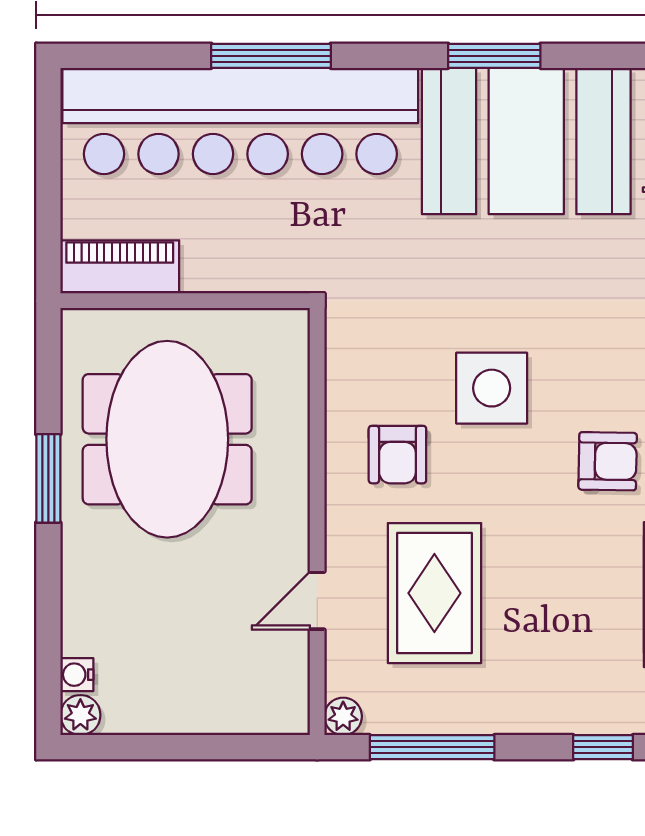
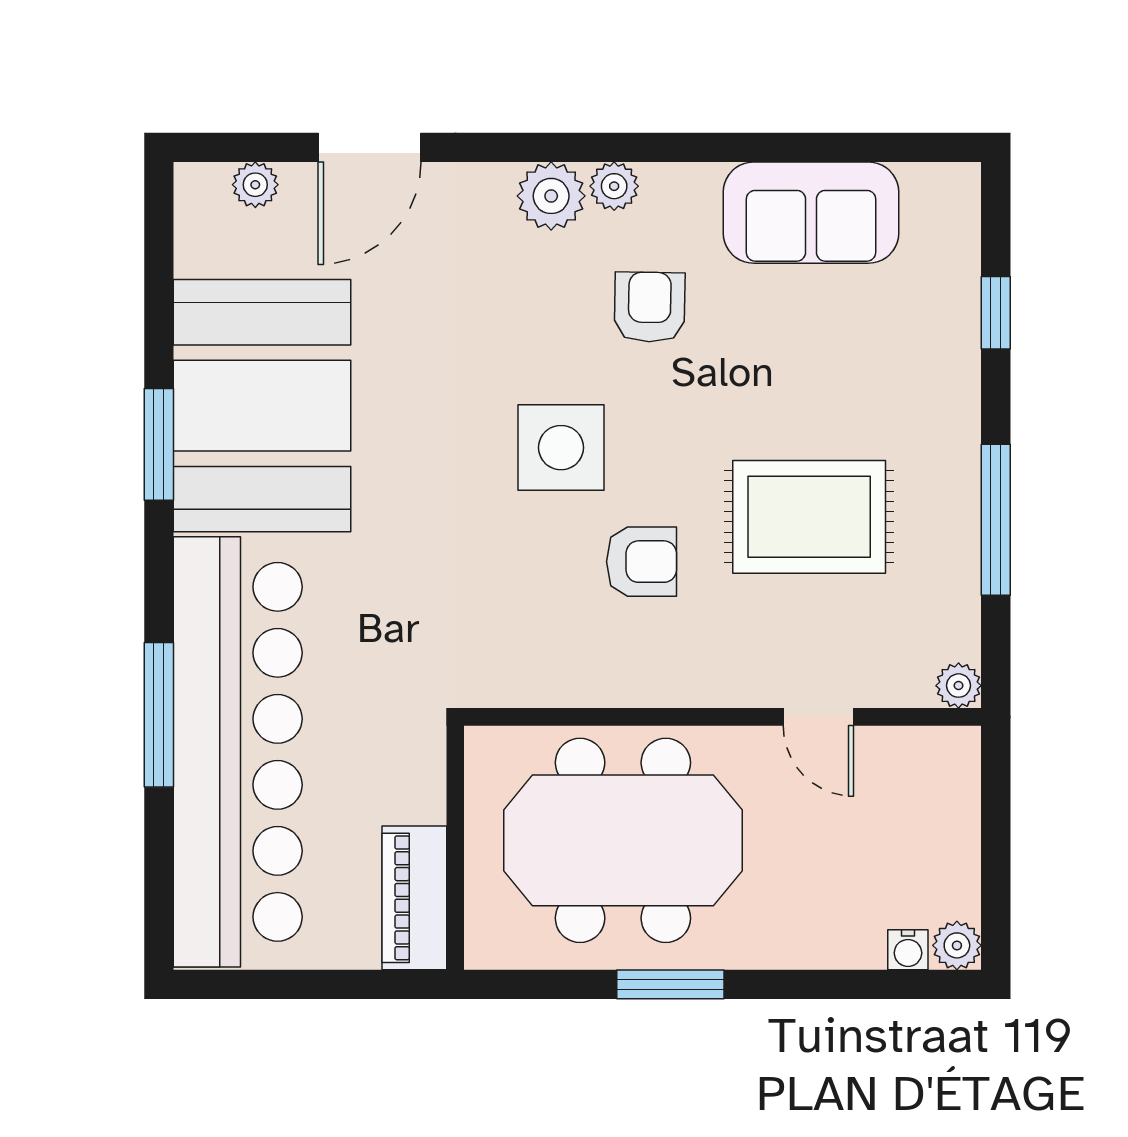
wall: (317, 522) -> (723, 717), moved
door: (317, 601) -> (818, 717), moved
plant: (343, 716) -> (959, 686), moved

